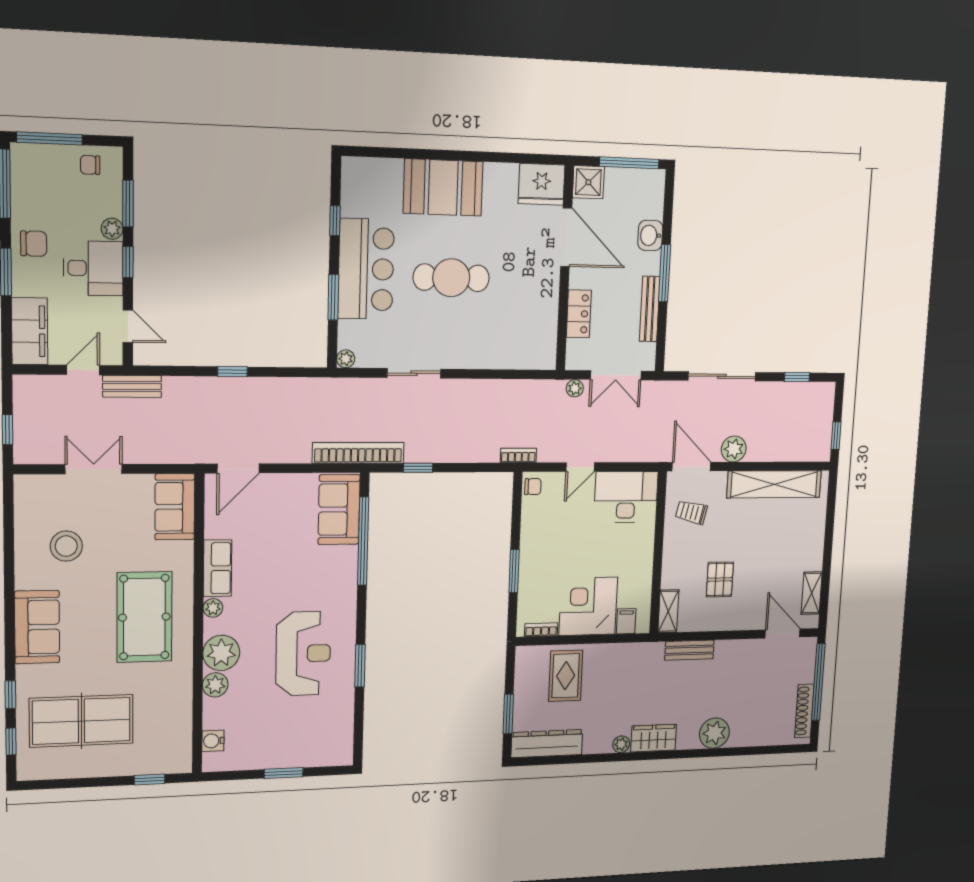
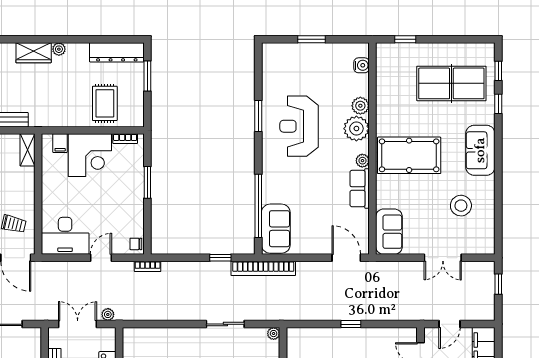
bench: (132, 386) -> (418, 313), removed
door: (238, 468) -> (346, 258), hinge flipped
pool table: (144, 617) -> (409, 155), turned 90

